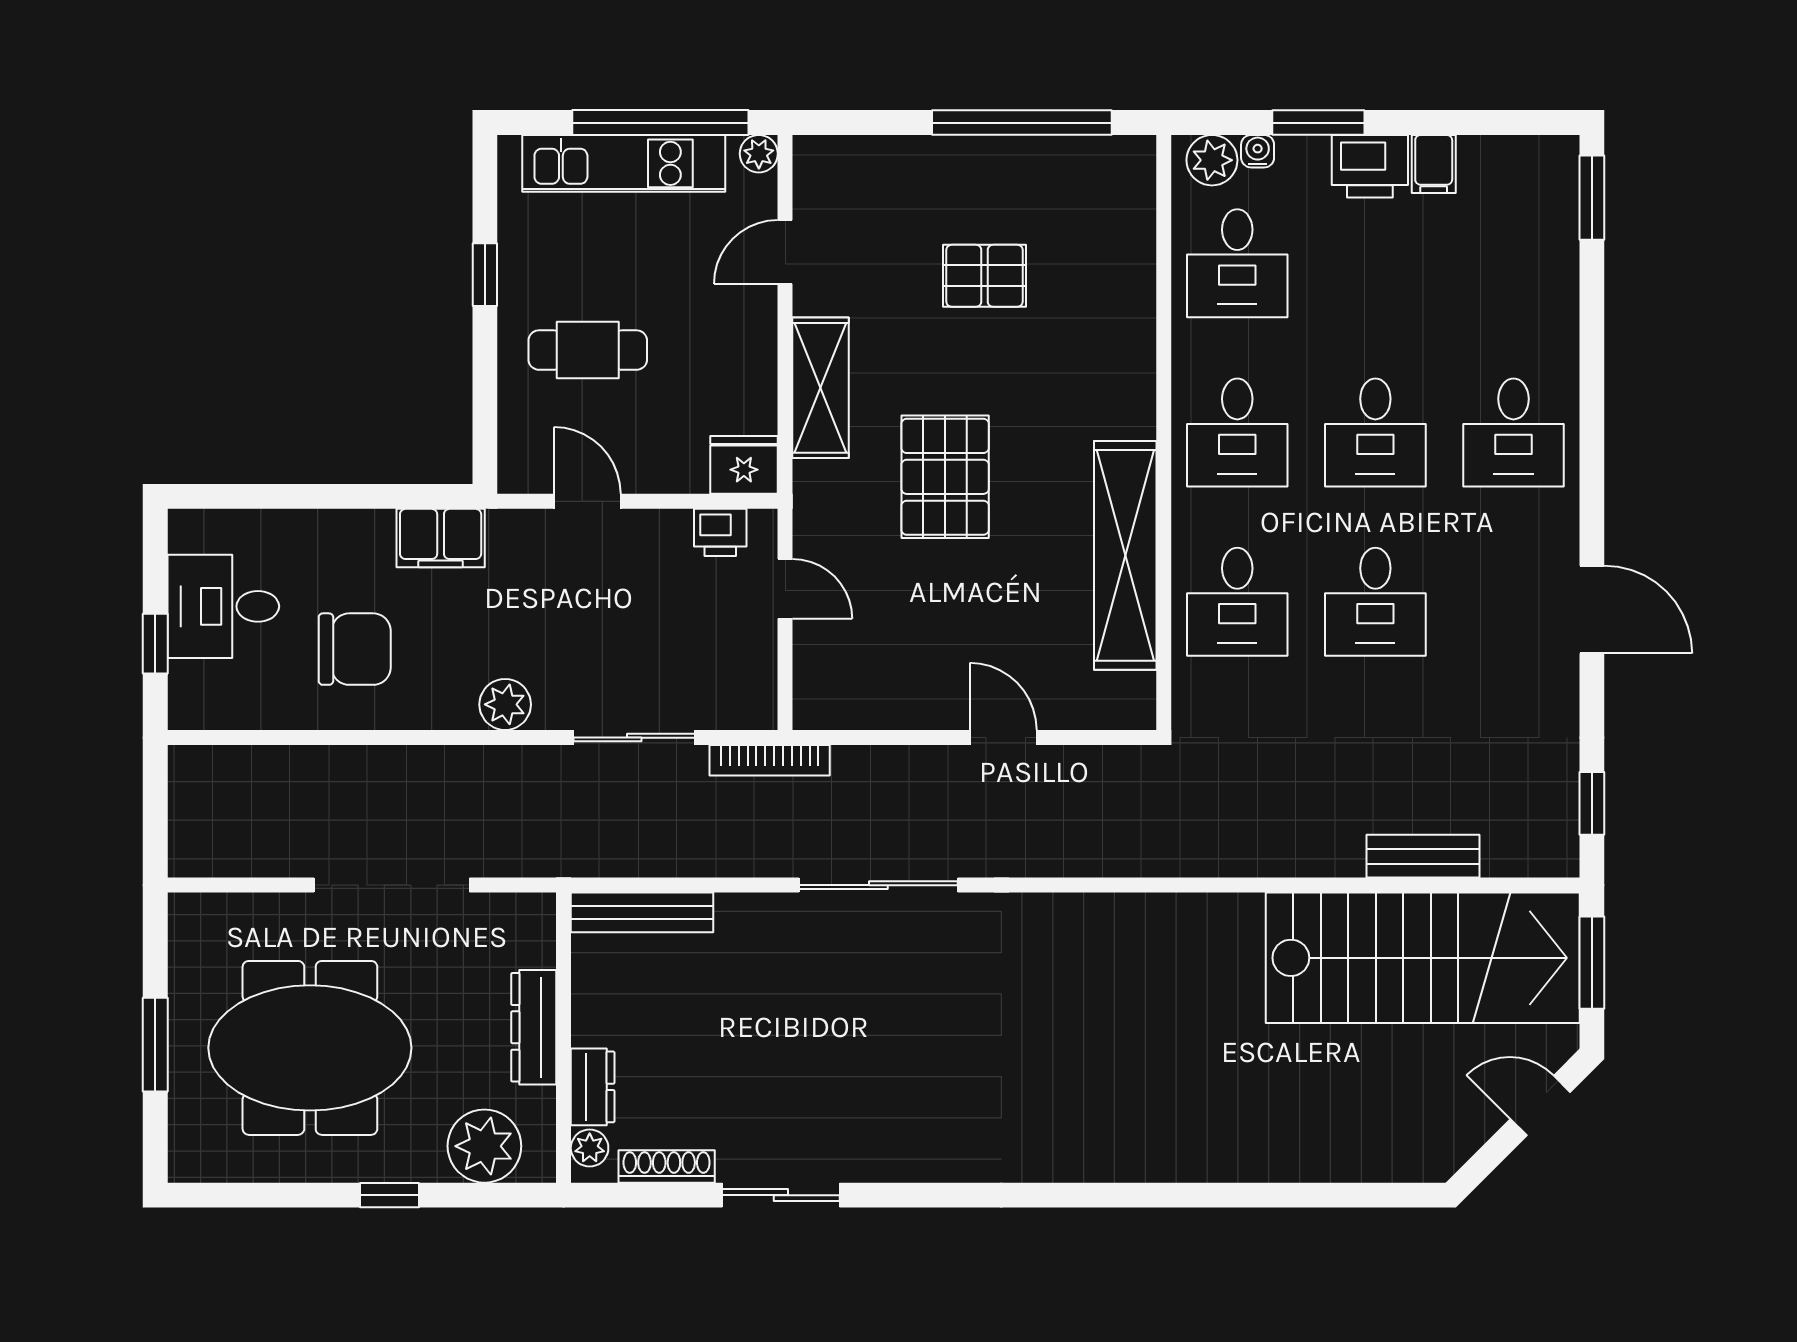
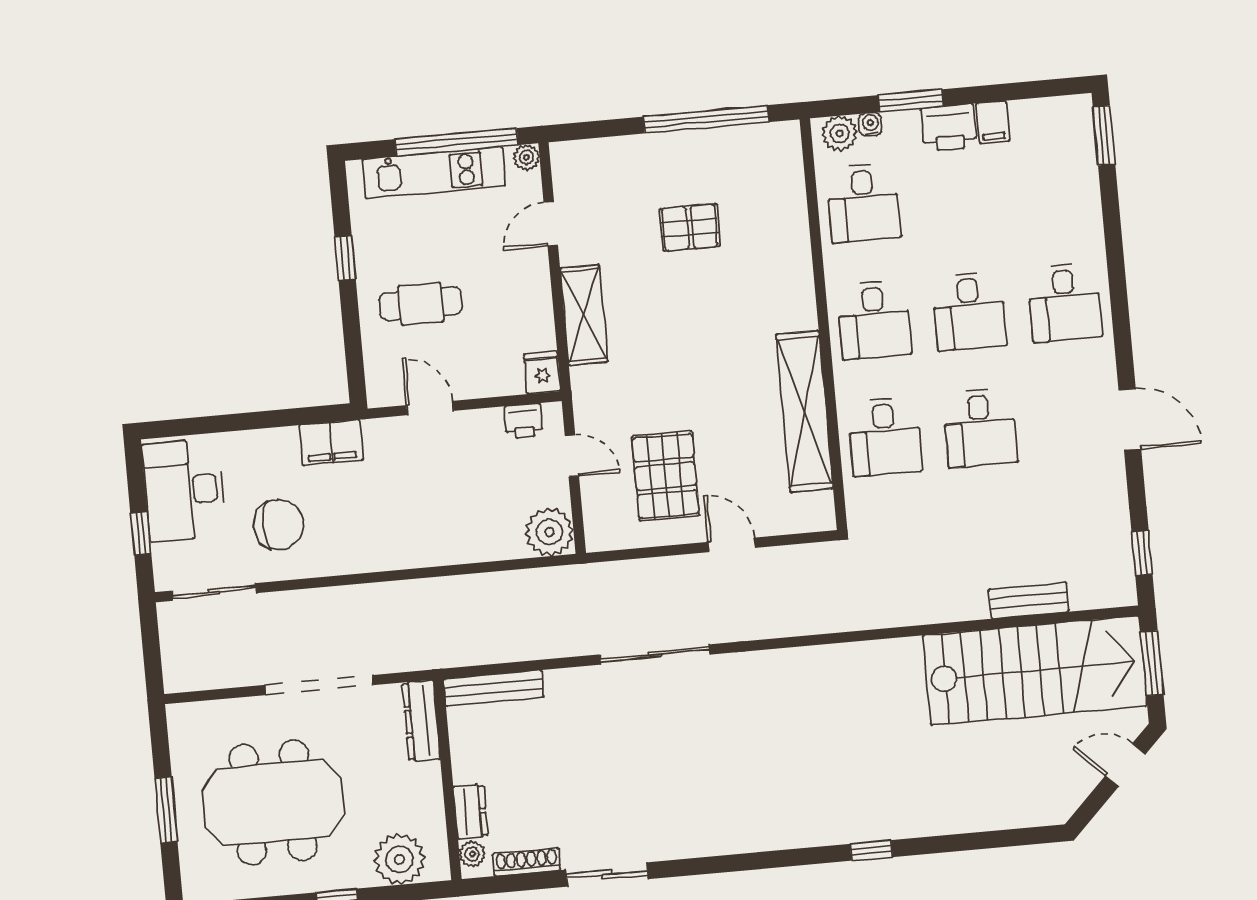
fridge: (744, 465) -> (542, 372), width x0.72
pallet: (945, 477) -> (665, 476), moved
desk: (223, 606) -> (184, 490), width x1.37
plant: (505, 704) -> (549, 532), moved, width x1.36, depth x1.36
sliding door: (634, 738) -> (214, 592), moved
bookcase: (770, 760) -> (572, 575), removed
dresser: (534, 1027) -> (421, 721), moved
window: (1164, 1195) -> (871, 850), added

